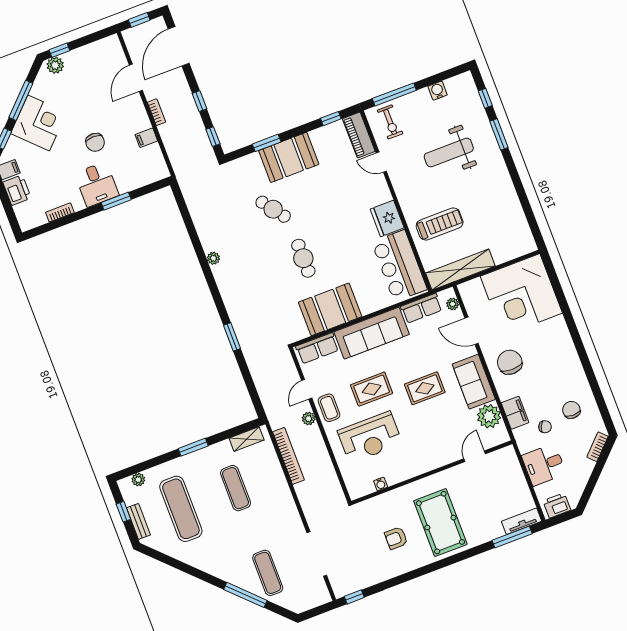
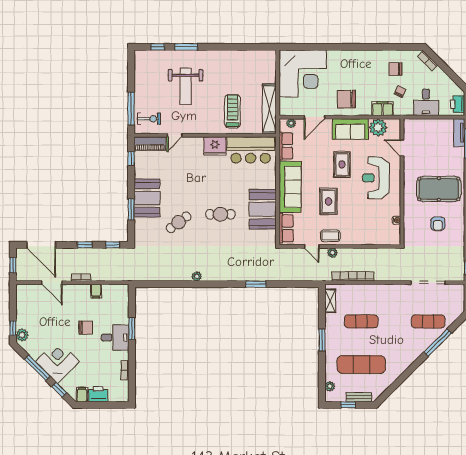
water cooler: (438, 91) -> (140, 78), removed
reception desk: (370, 437) -> (376, 178), moved, turned 180

